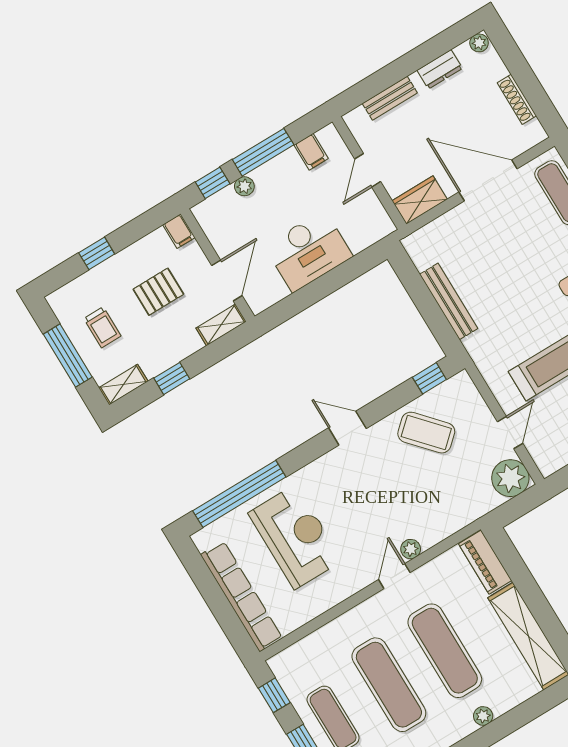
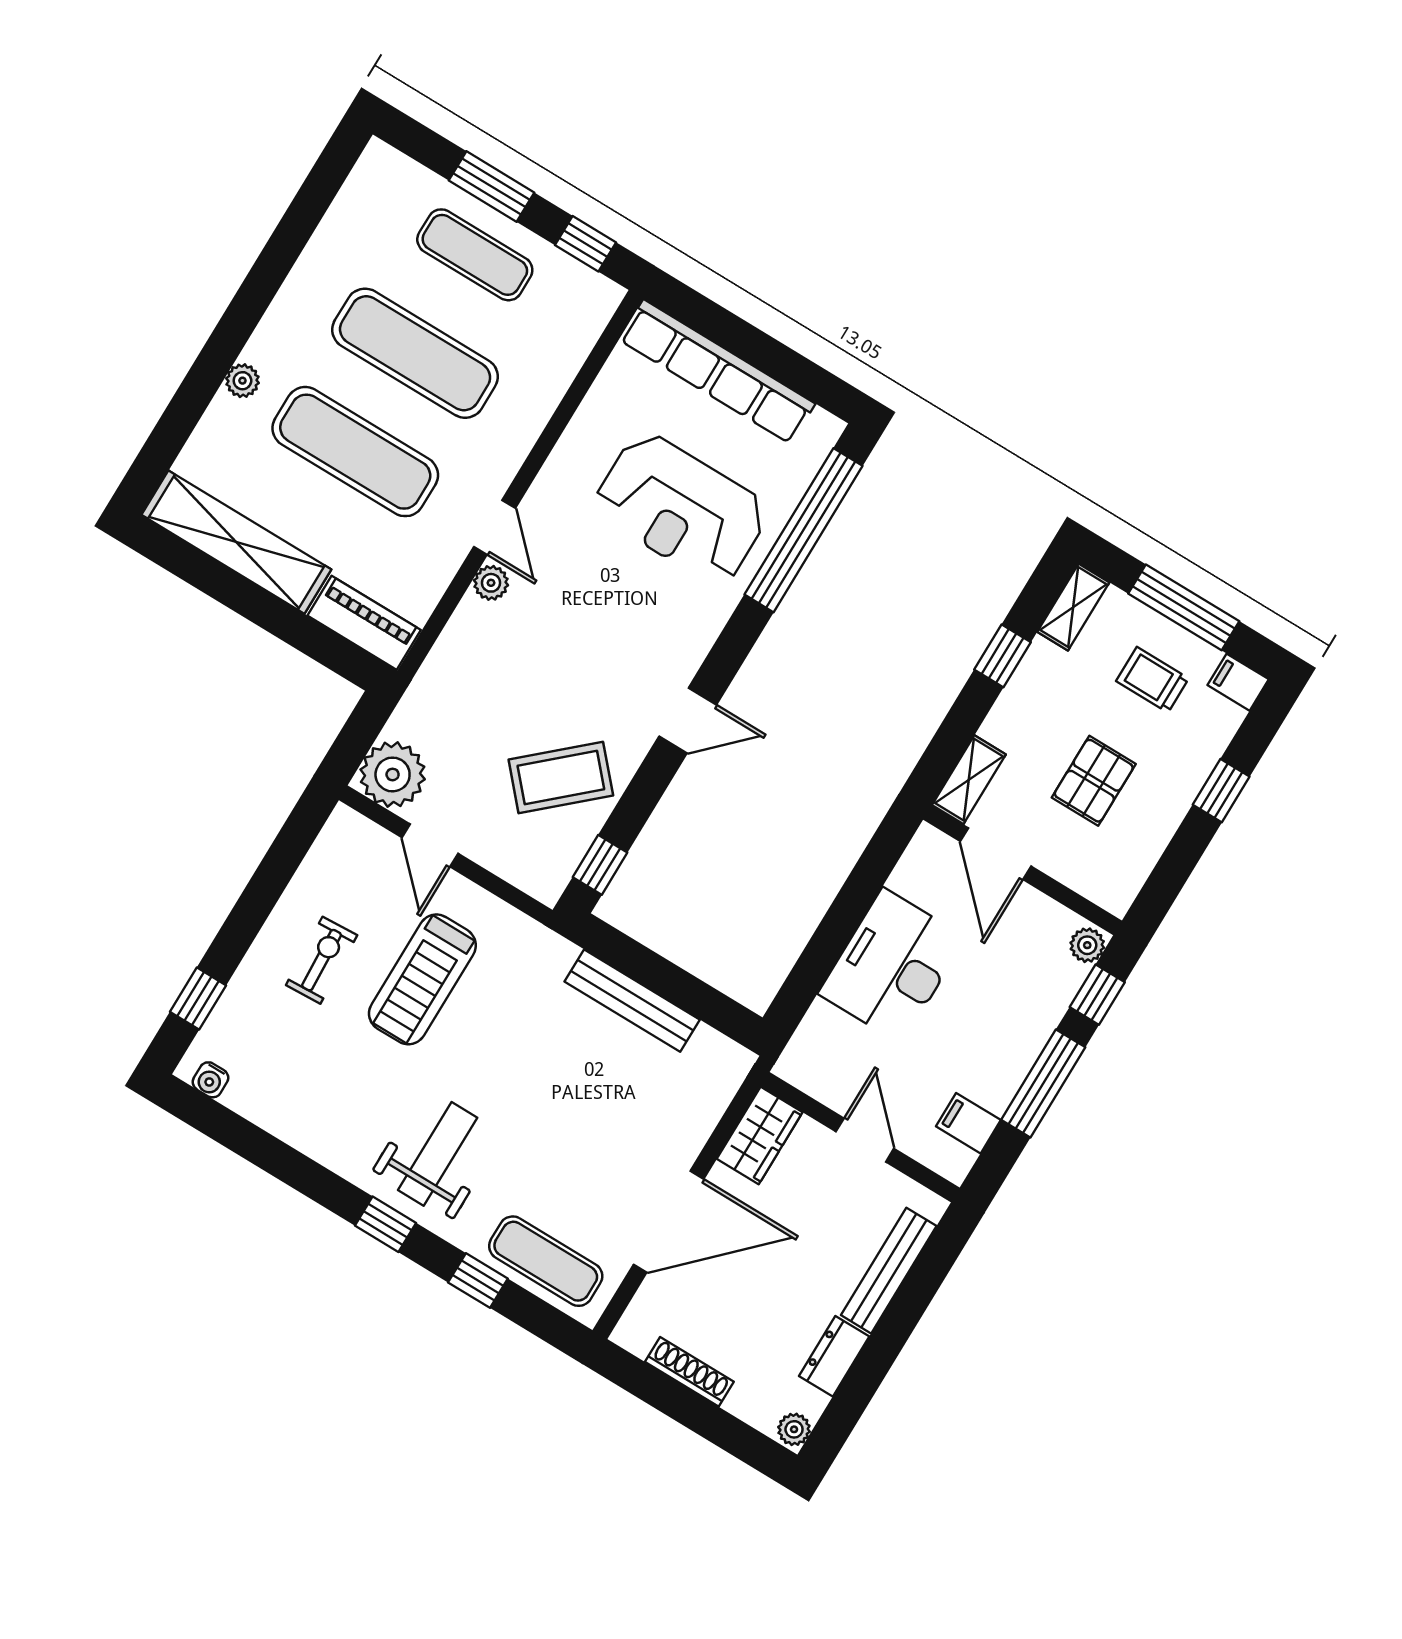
bench: (390, 98) -> (889, 1271), width x1.36
plant: (244, 186) -> (1087, 945), moved
filing cabinet: (179, 231) -> (1238, 682), moved

